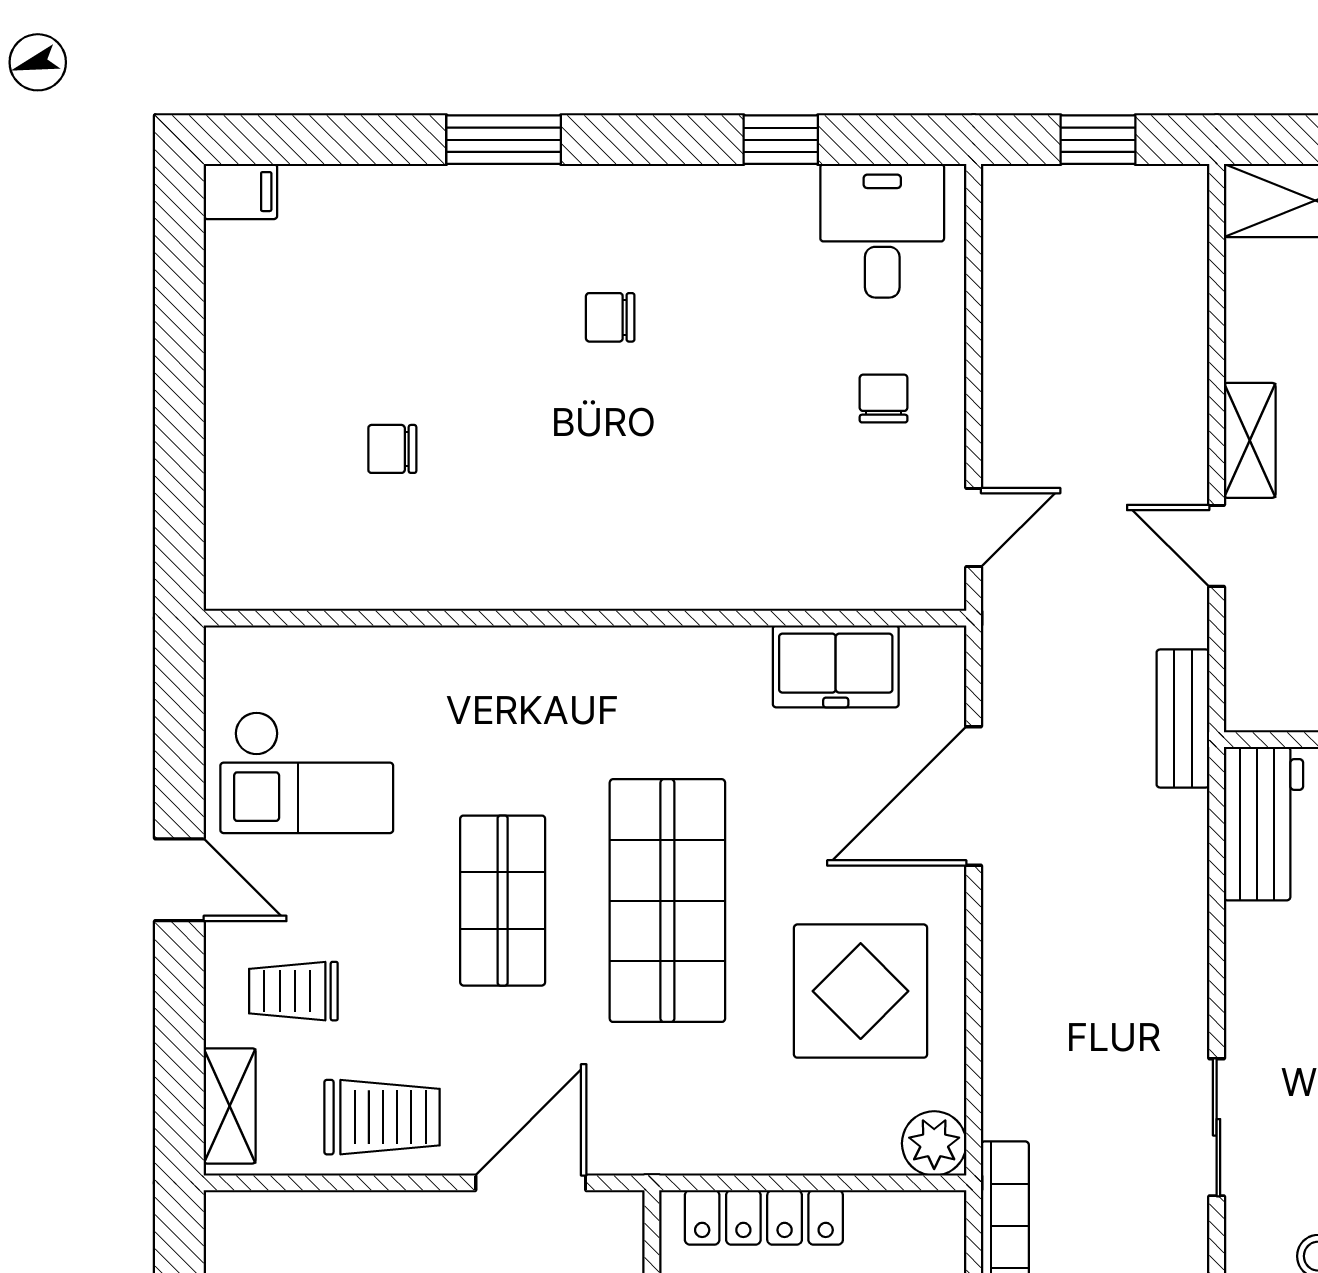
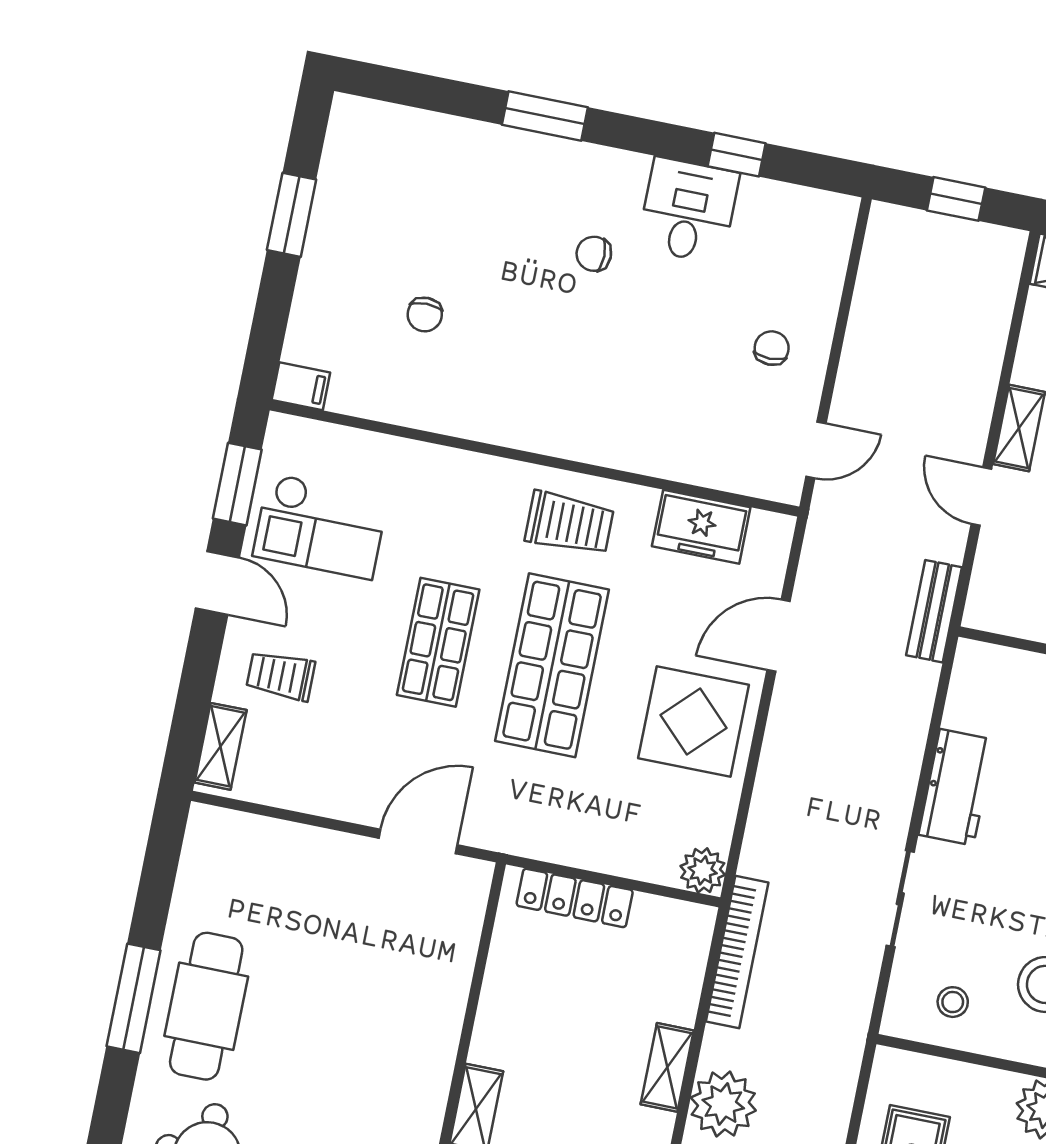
filing cabinet: (240, 192) -> (301, 386), moved
desk: (882, 231) -> (688, 211), moved
window: (179, 348) -> (292, 215), added
chair: (392, 449) -> (425, 314), turned -90
window: (179, 737) -> (237, 484), added
door: (974, 796) -> (779, 636), width x0.73
workbench: (1263, 824) -> (957, 787), moved
display table: (861, 991) -> (694, 721), moved
trolley: (382, 1117) -> (569, 523), moved

